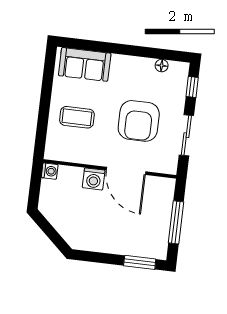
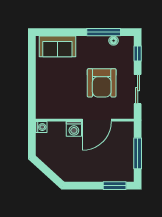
window: (149, 53) -> (104, 32), added
coffee table: (77, 117) -> (56, 86), removed
door: (126, 171) -> (97, 120), hinge flipped

